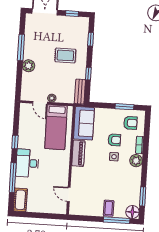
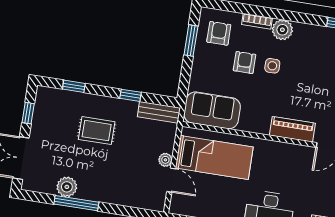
rug: (65, 55) -> (97, 131), turned 90
plant: (29, 66) -> (67, 187), moved
door: (40, 103) -> (171, 180), hinge flipped
piano: (78, 153) -> (292, 129), moved

